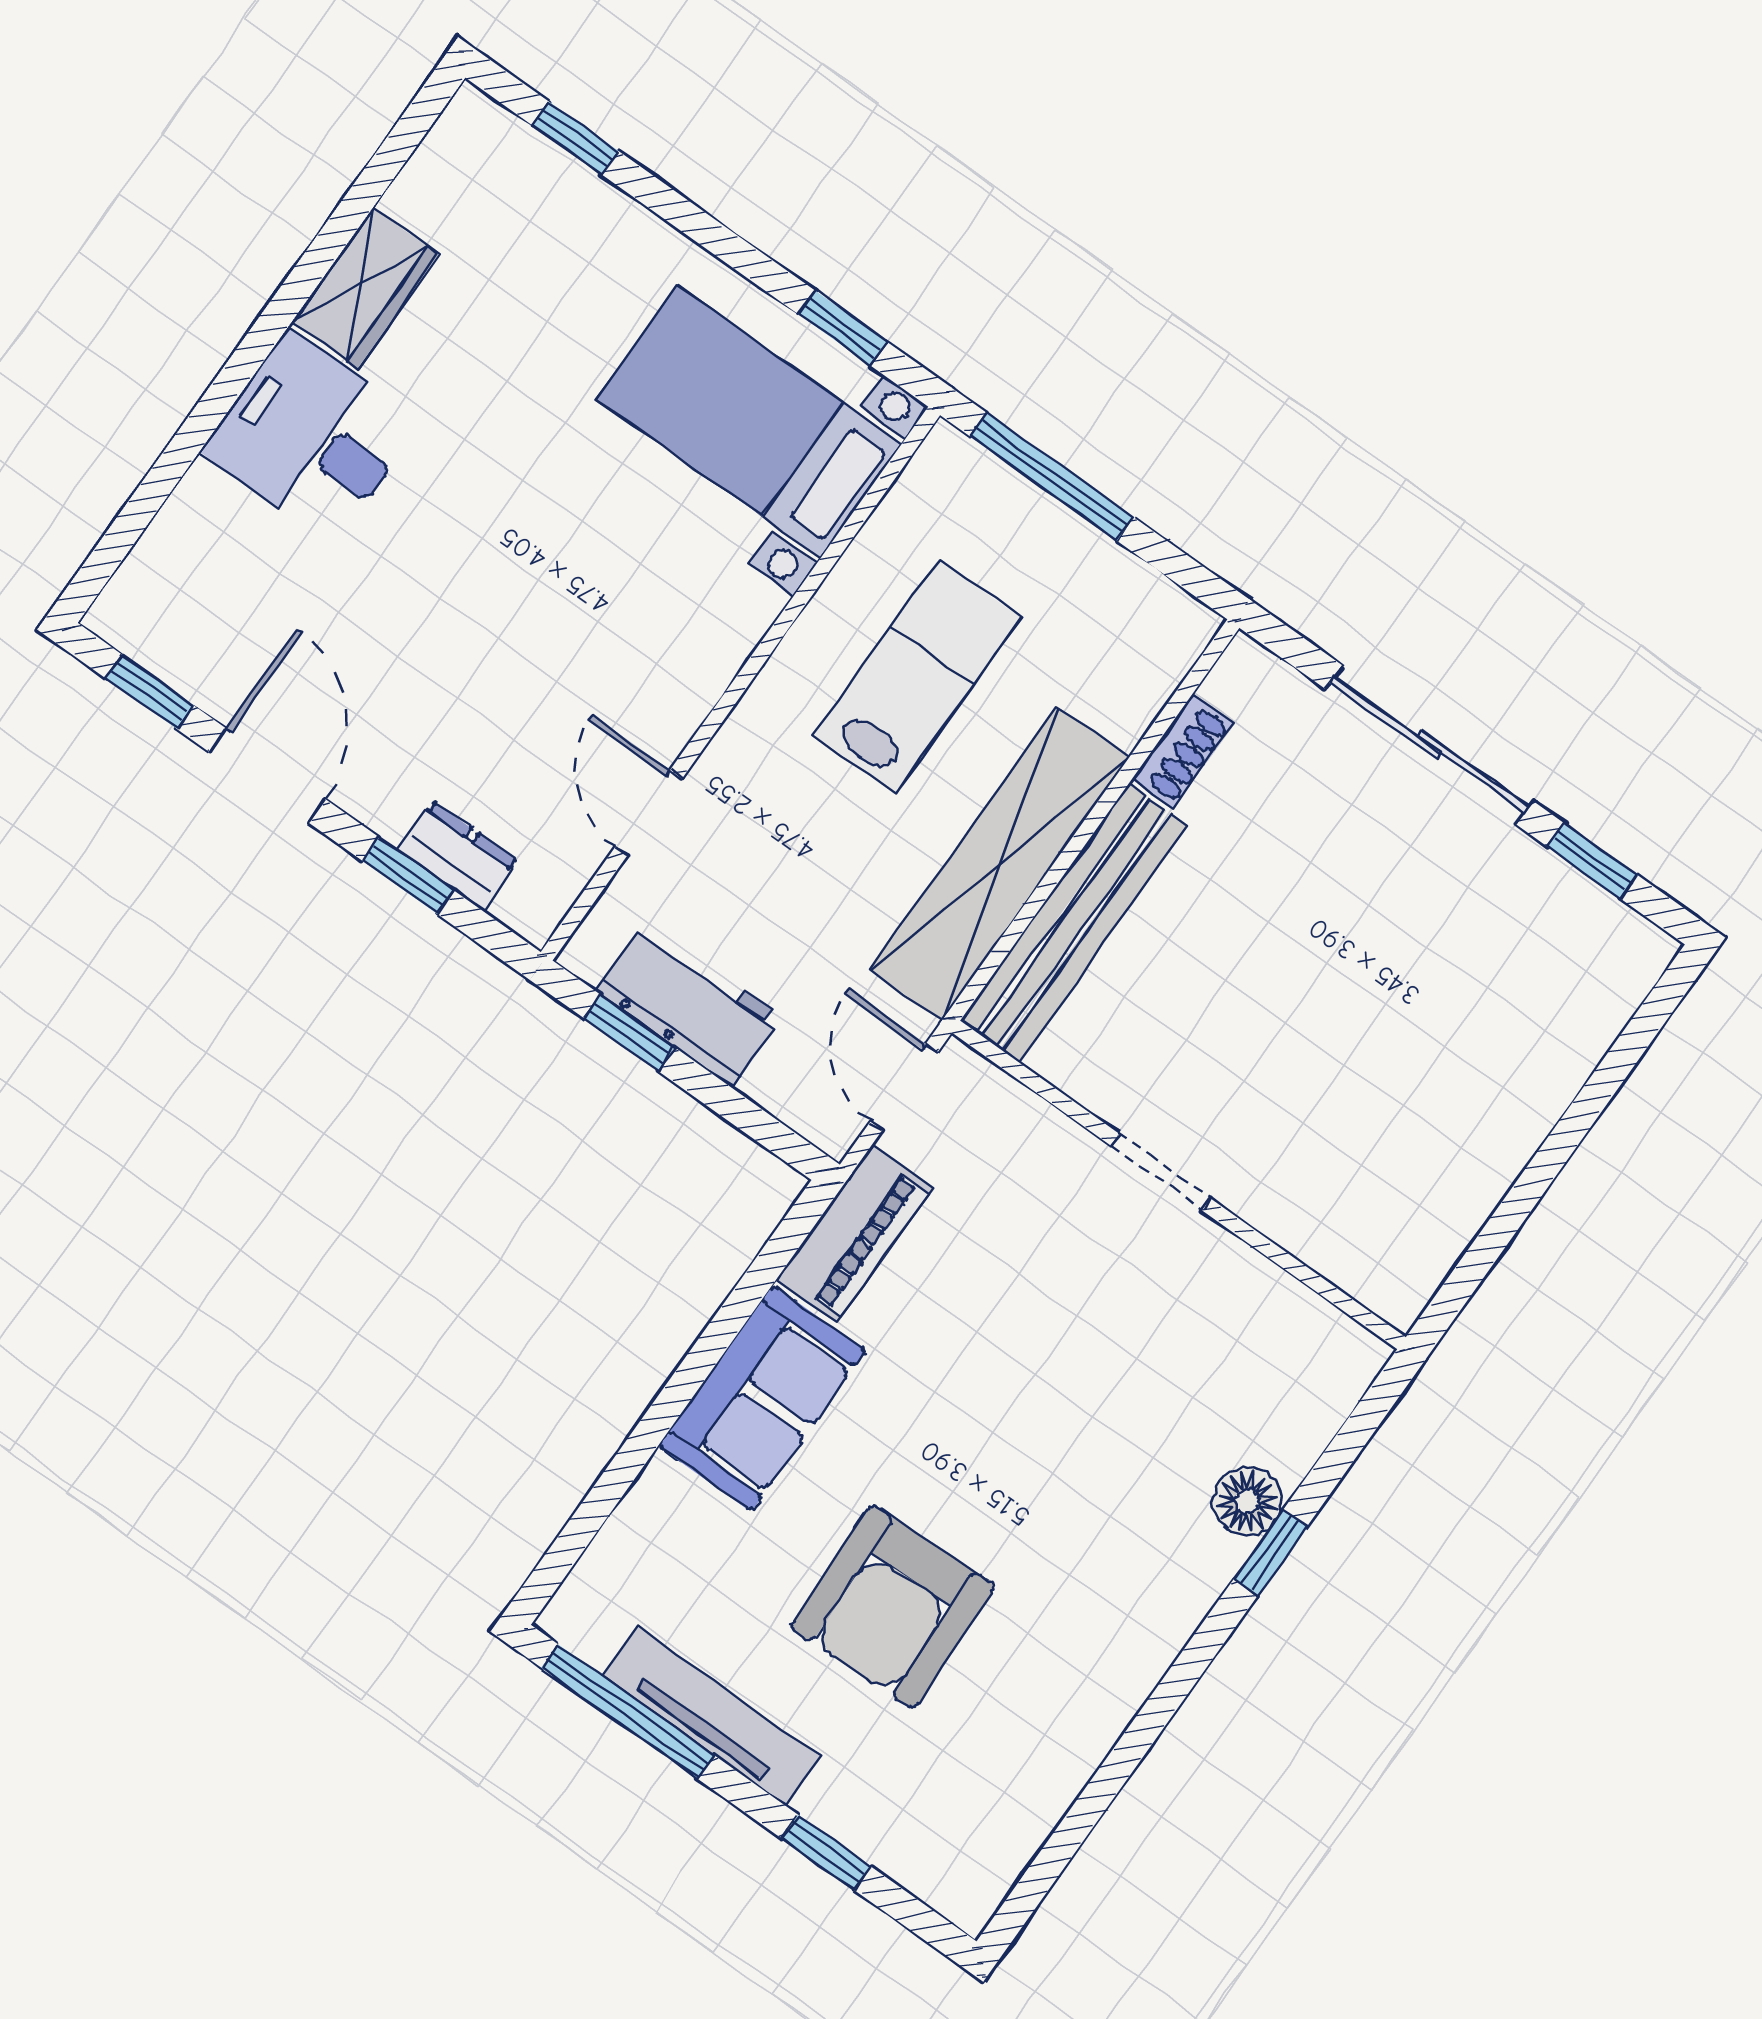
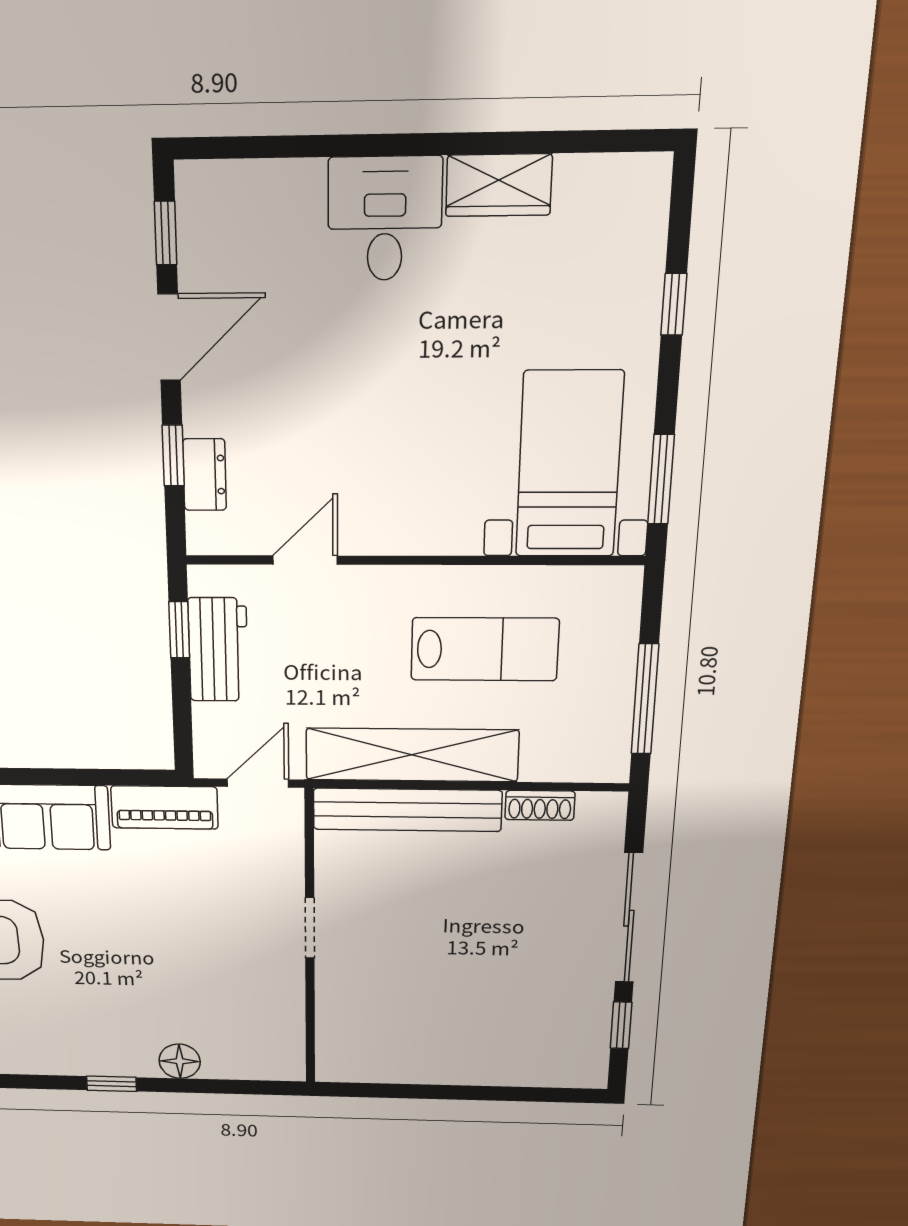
window: (575, 138) -> (674, 304), moved
window: (843, 328) -> (661, 479), width x1.50
window: (1052, 477) -> (645, 699), moved
window: (1270, 1553) -> (112, 1084), moved

